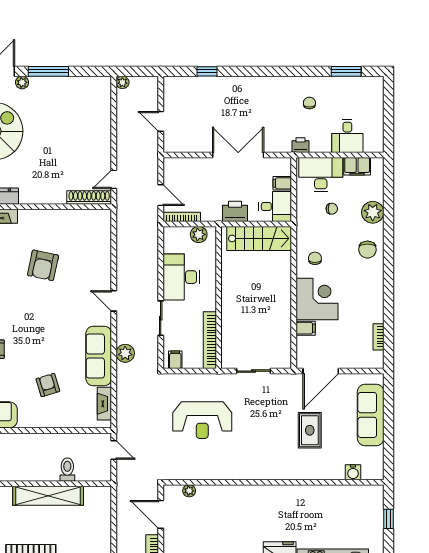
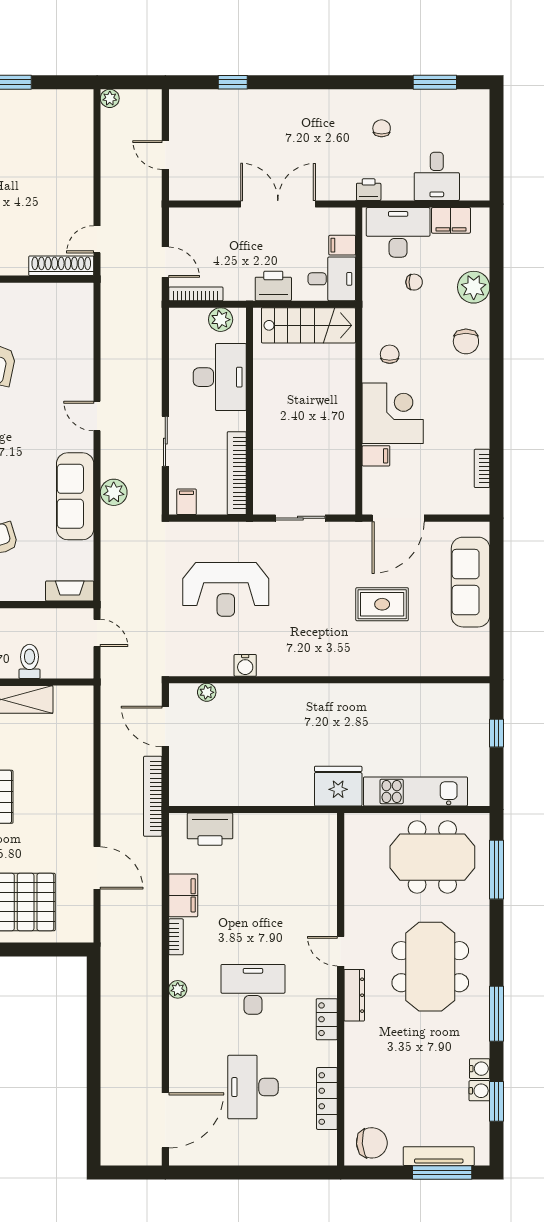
desk: (181, 277) -> (220, 377), moved, turned 180
fireplace: (104, 404) -> (70, 591), moved, turned 90
rug: (310, 430) -> (382, 604), turned 90
water cooler: (353, 472) -> (245, 665), moved

